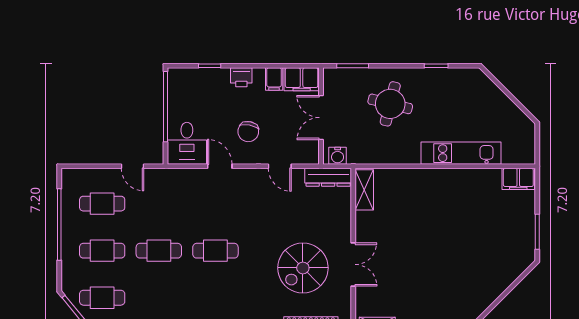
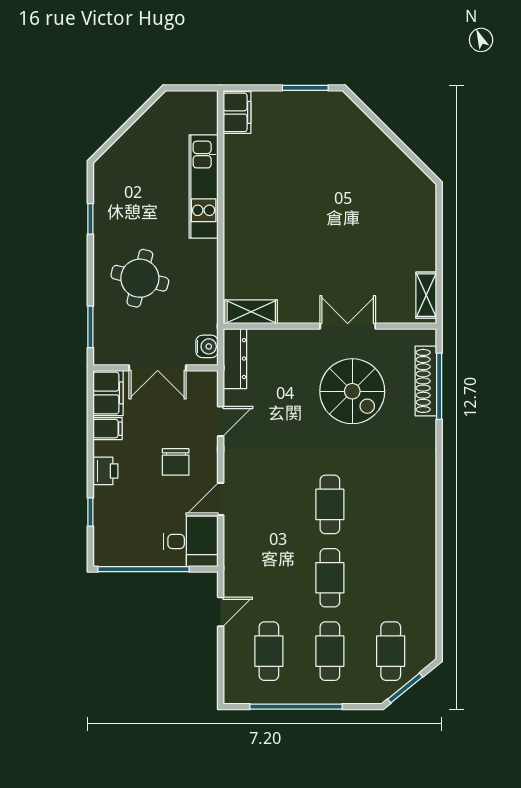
chair: (248, 132) -> (176, 462), turned 79

